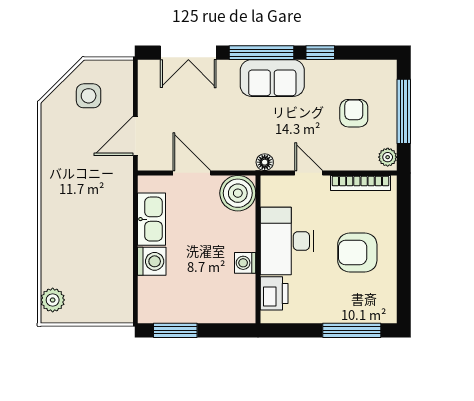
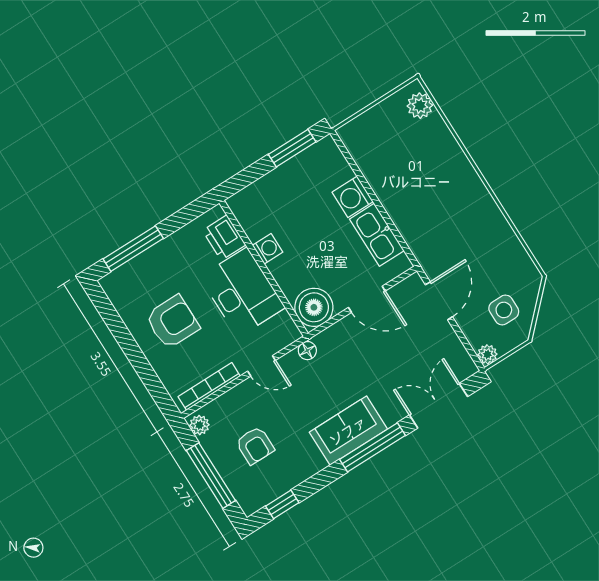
window: (320, 53) -> (282, 504), moved
plant: (124, 69) -> (487, 354), added

